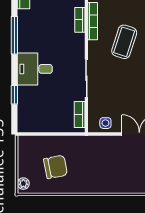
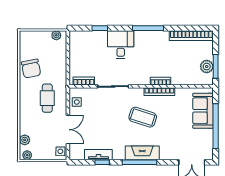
cafe table: (101, 159) -> (47, 98), added
chair: (55, 167) -> (31, 69), moved
plant: (23, 184) -> (56, 35), moved

